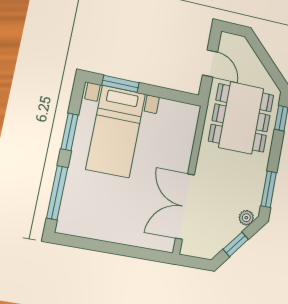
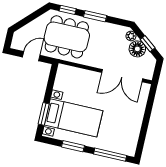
window: (269, 189) -> (95, 16), moved
floor lamp: (227, 229) -> (137, 49), added

